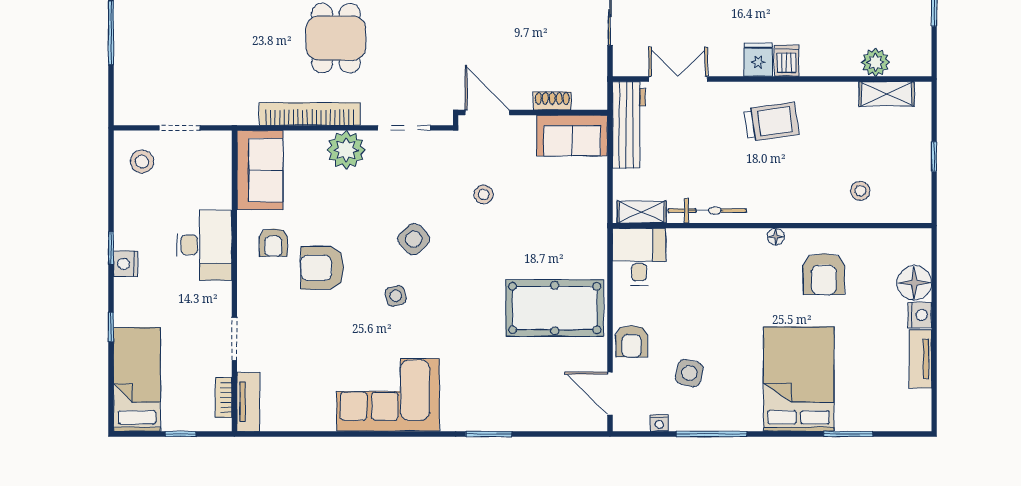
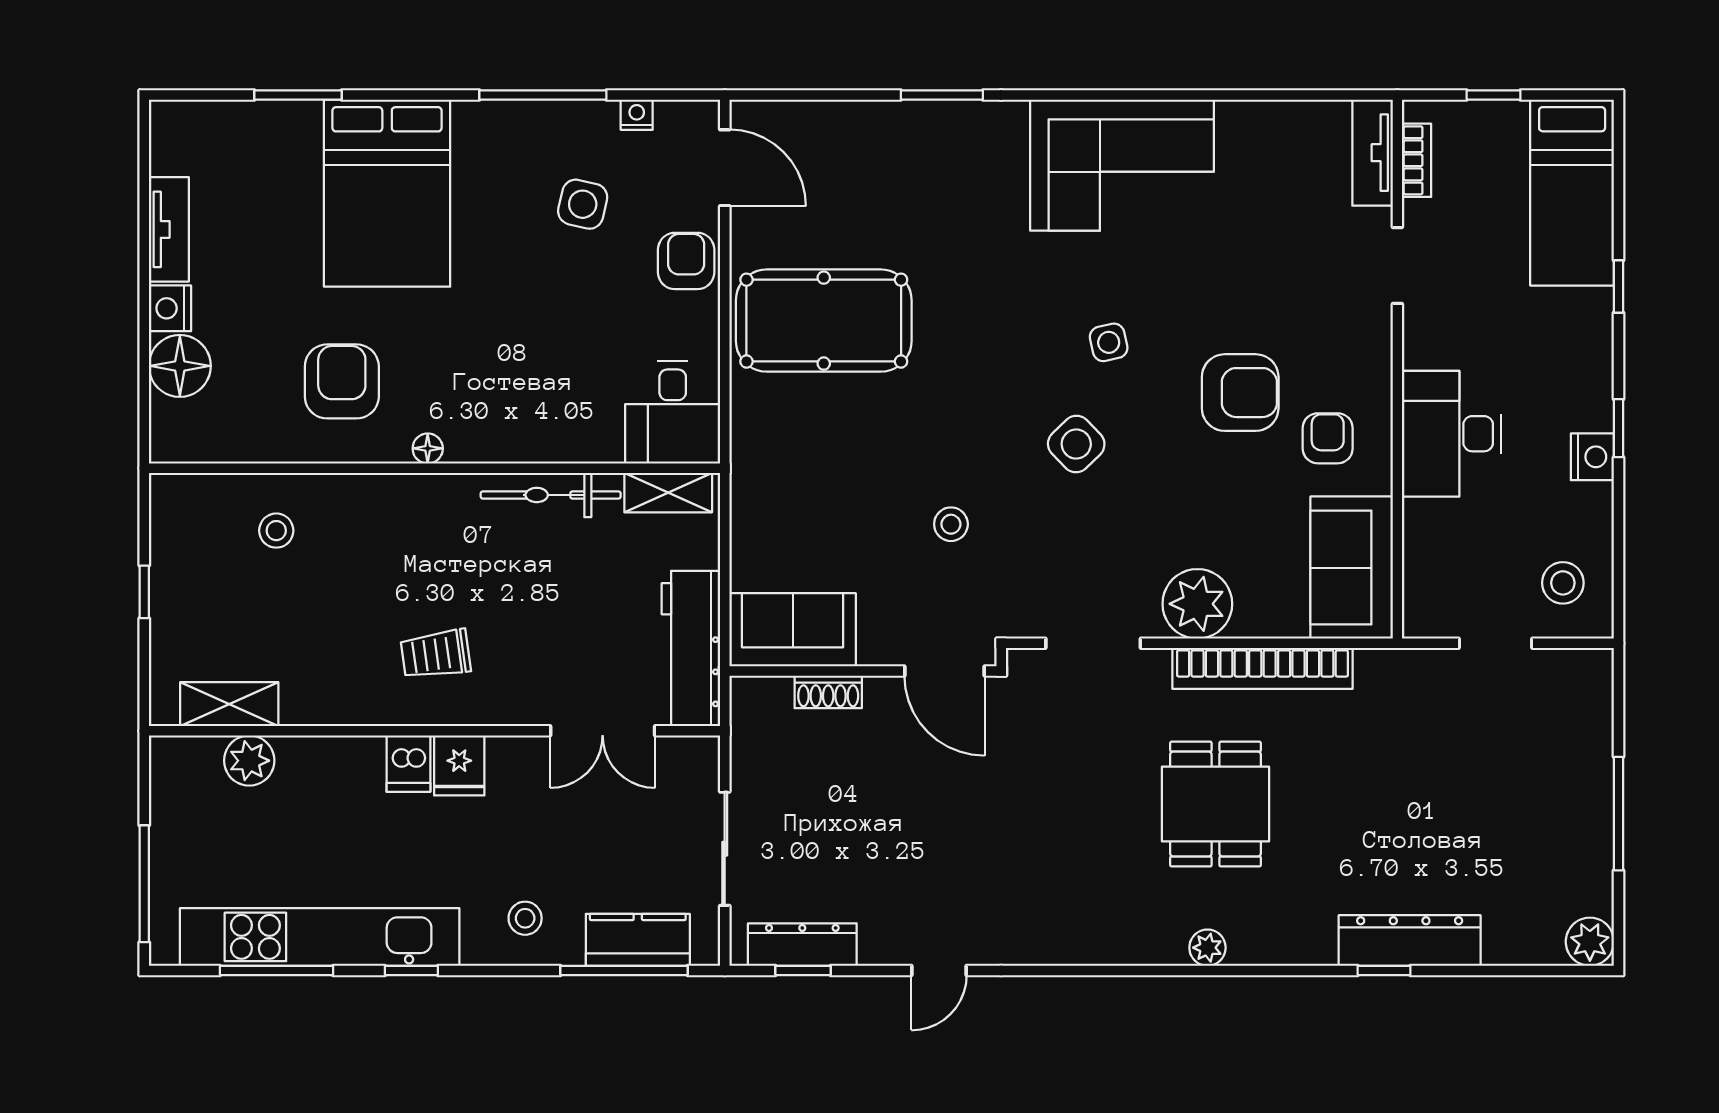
trolley: (771, 122) -> (436, 654), width x0.73, depth x0.72
nightstand: (126, 264) -> (1592, 457), moved

